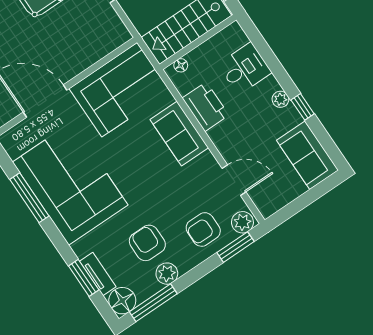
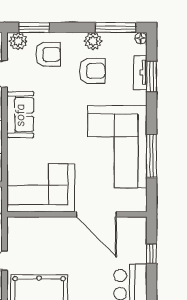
sofa: (179, 134) -> (20, 115), moved
armchair: (147, 243) -> (92, 71), turned -90
floor lamp: (122, 301) -> (141, 38), width x0.53, depth x0.53

